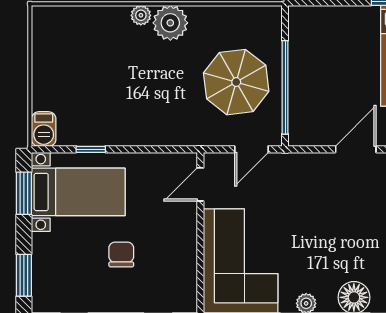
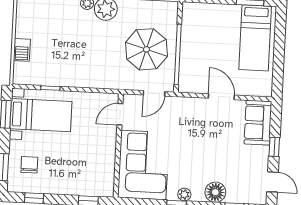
barbecue: (44, 129) -> (22, 50), moved
door: (356, 149) -> (221, 97), hinge flipped
chair: (121, 254) -> (29, 165), moved

